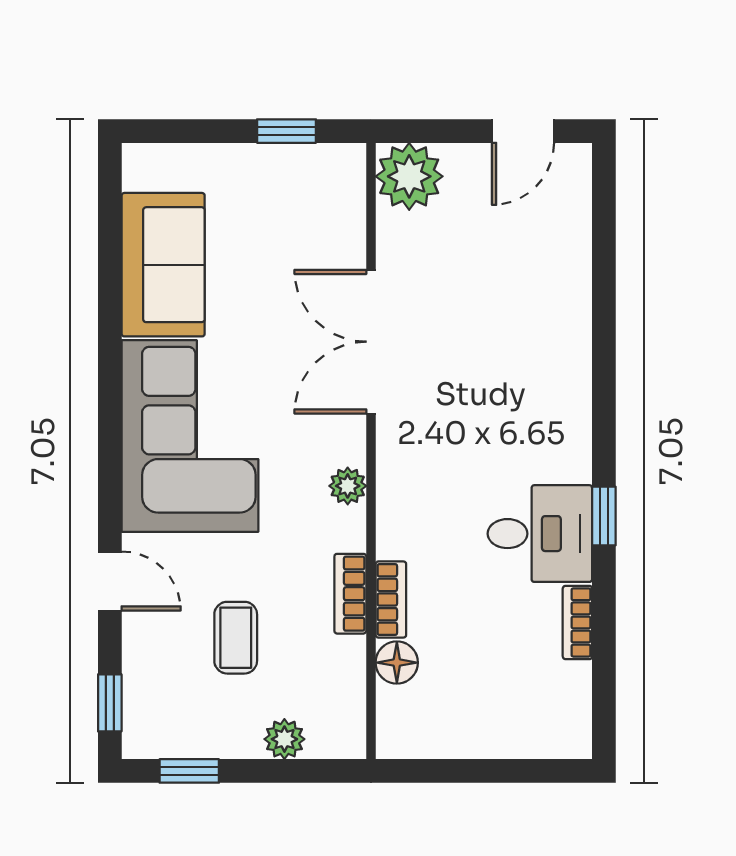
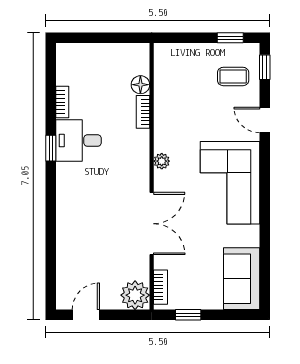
sofa: (163, 265) -> (242, 279), moved
bookcase: (350, 594) -> (161, 287), moved
coffee table: (236, 638) -> (233, 76), moved, turned 90
plant: (284, 739) -> (189, 52), removed

